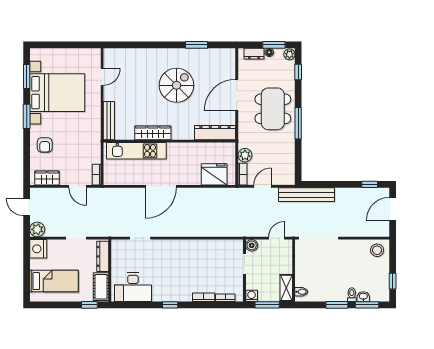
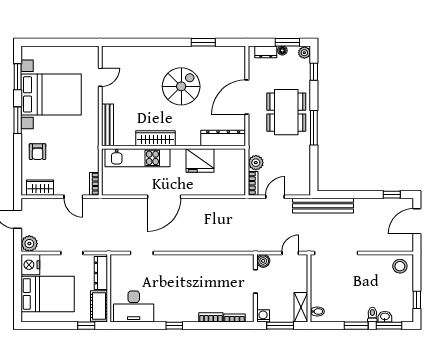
fridge: (214, 174) -> (200, 161), moved, turned 180
bed: (54, 281) -> (48, 294), width x1.50

